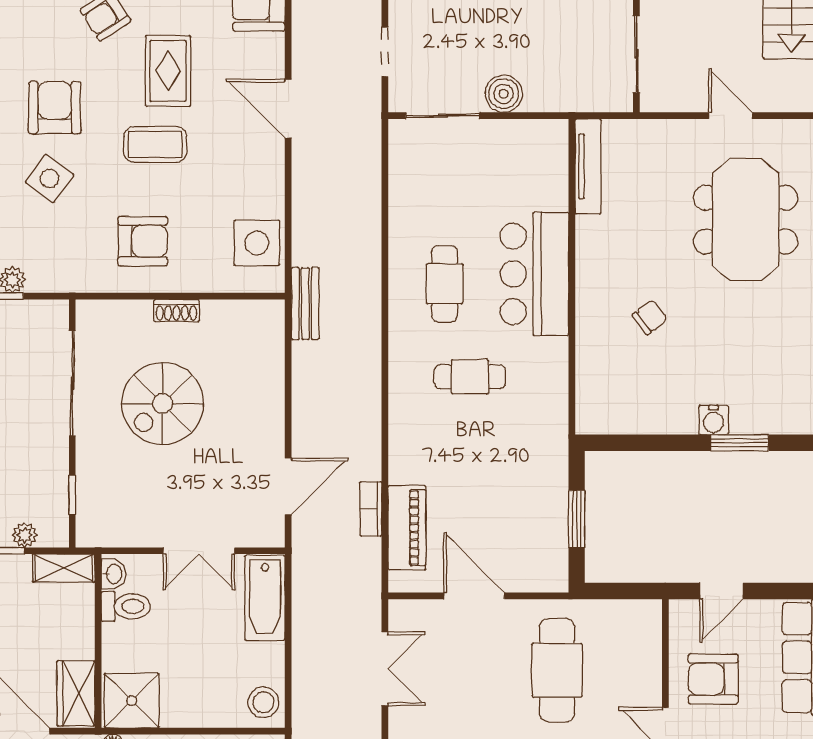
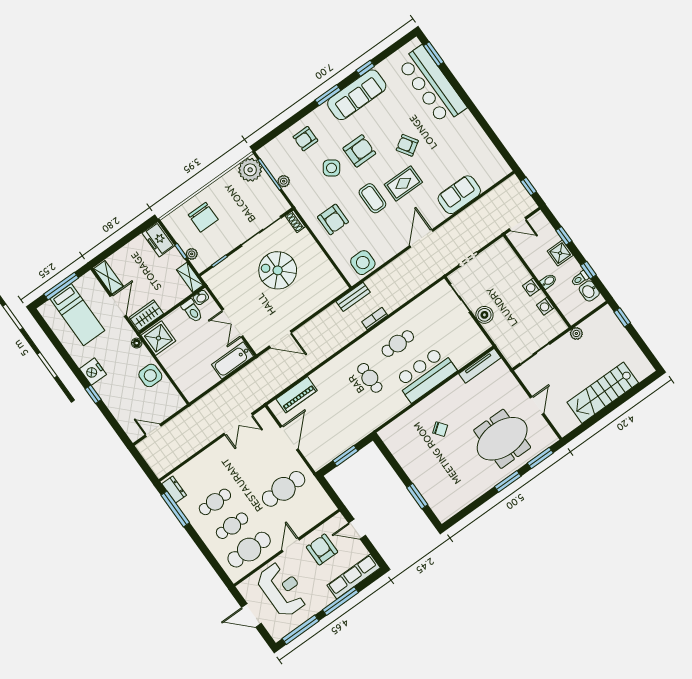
shoe rack: (176, 310) -> (295, 221), moved
water cooler: (714, 420) -> (419, 480), removed
bookcase: (371, 509) -> (375, 318), moved
stool: (263, 702) -> (193, 388), removed

